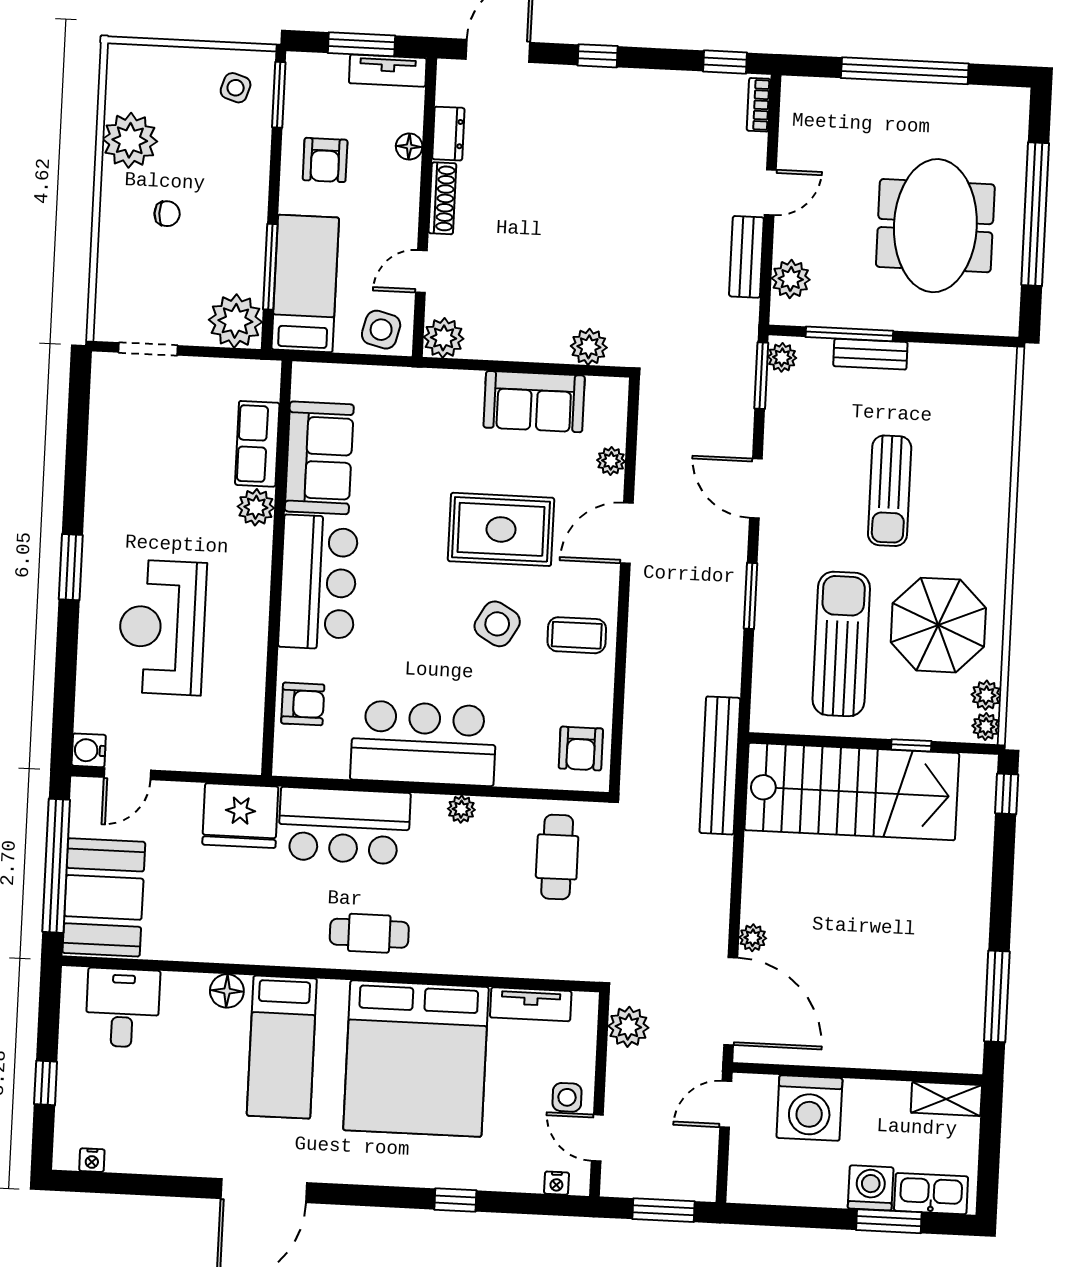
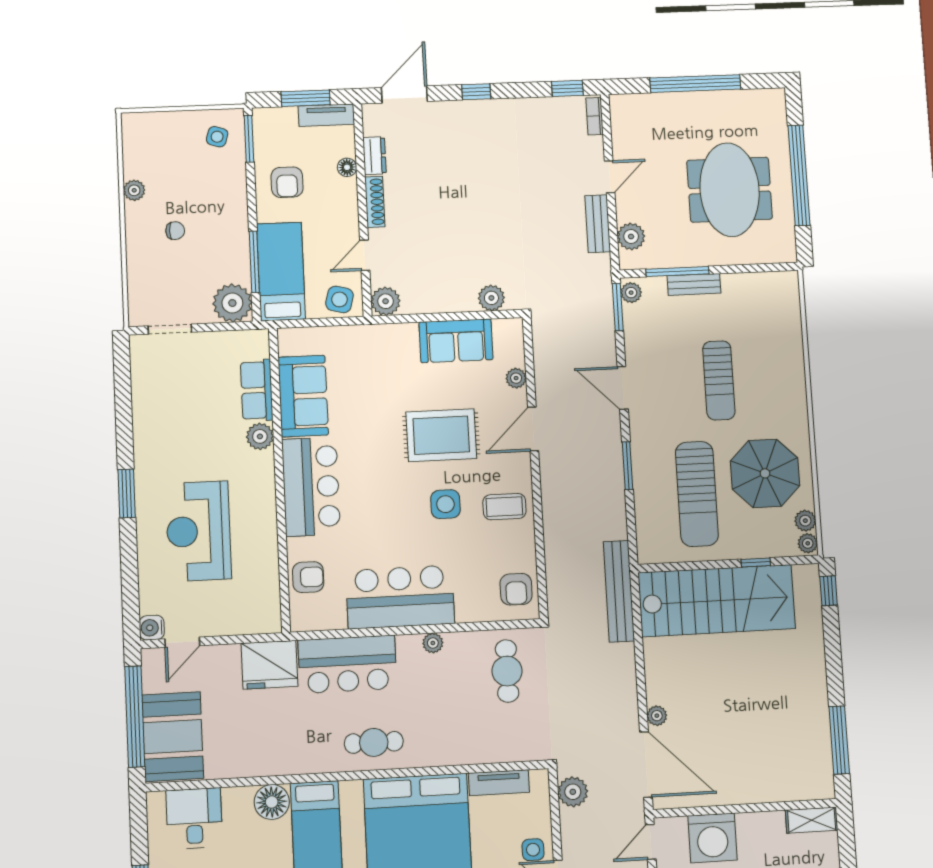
plant: (130, 140) -> (134, 190), width x0.53, depth x0.53
side table: (497, 624) -> (445, 504), turned -30
sun lounger: (841, 644) -> (697, 494), turned 180
floor lamp: (227, 991) -> (272, 802), width x1.38, depth x1.38

